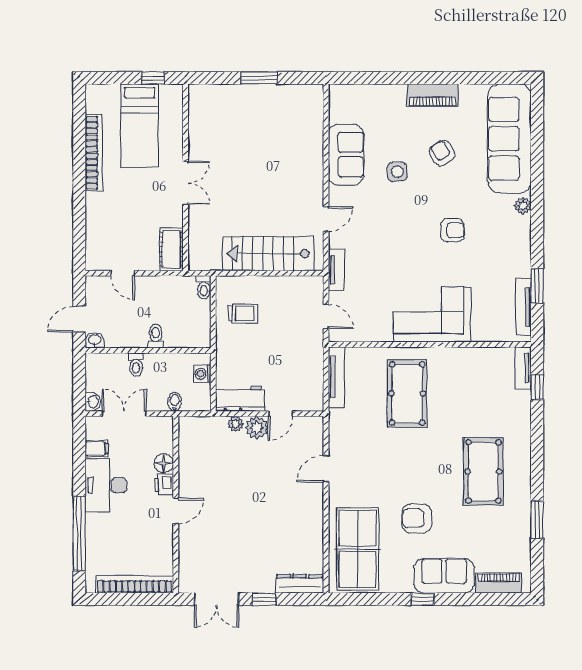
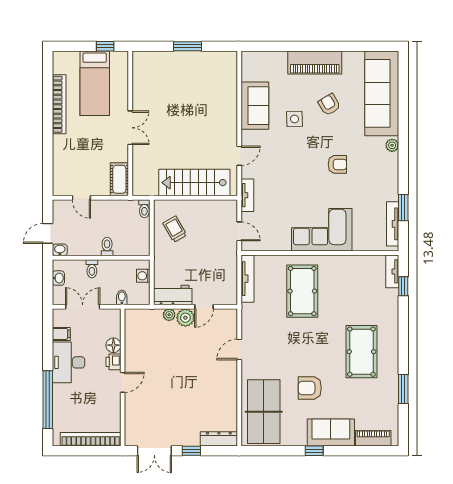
piano: (433, 95) -> (315, 62), width x1.37, depth x1.33
trolley: (243, 314) -> (175, 229), turned -120
washbasin: (93, 402) -> (58, 278), moved

